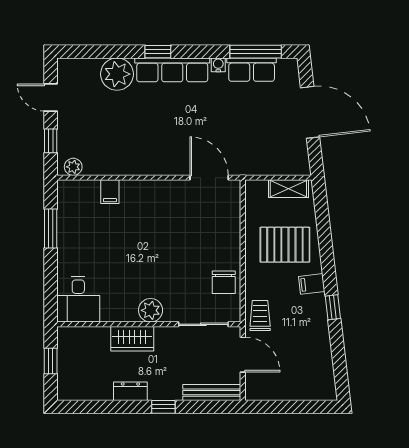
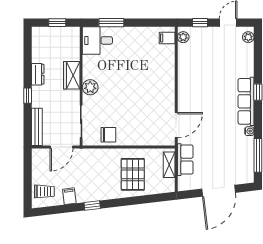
row of seats: (252, 70) -> (185, 160), moved, turned 180
plant: (117, 74) -> (248, 37), moved, width x0.53, depth x0.53
shelving: (288, 189) -> (169, 165), moved
filing cabinet: (110, 192) -> (167, 38), moved
window: (51, 229) -> (111, 23), moved
chair: (224, 282) -> (108, 135), turned 180
filing cabinet: (312, 284) -> (69, 196), moved
trolley: (260, 316) -> (44, 191), moved

